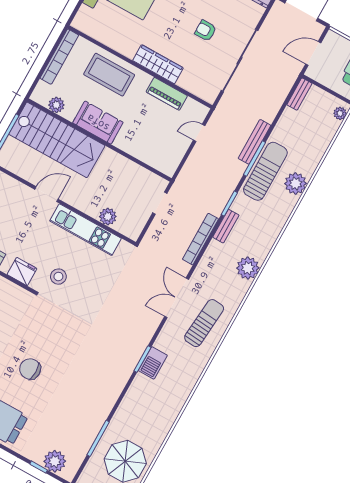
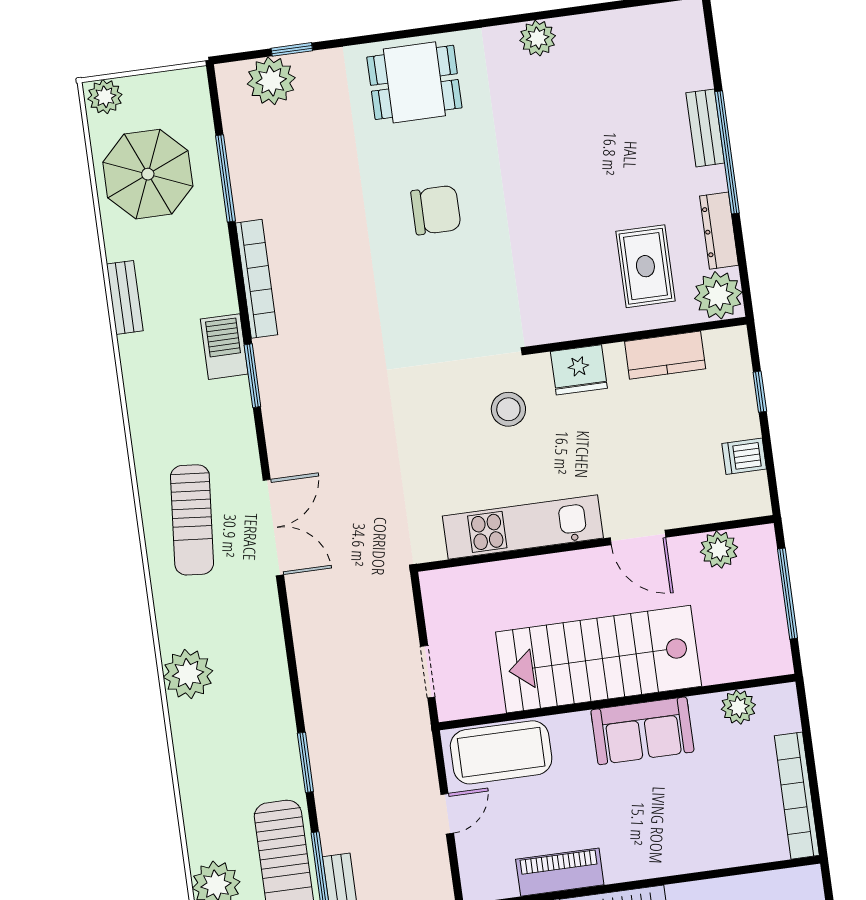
coffee table: (109, 75) -> (501, 752), moved
door: (199, 133) -> (447, 814), moved
stairs: (57, 140) -> (599, 659), moved
door: (46, 194) -> (638, 538), hinge flipped
plant: (108, 217) -> (719, 550), moved
bench: (226, 226) -> (125, 297), moved
bookcase: (200, 239) -> (257, 279), moved
barbecue: (153, 363) -> (224, 347), moved

